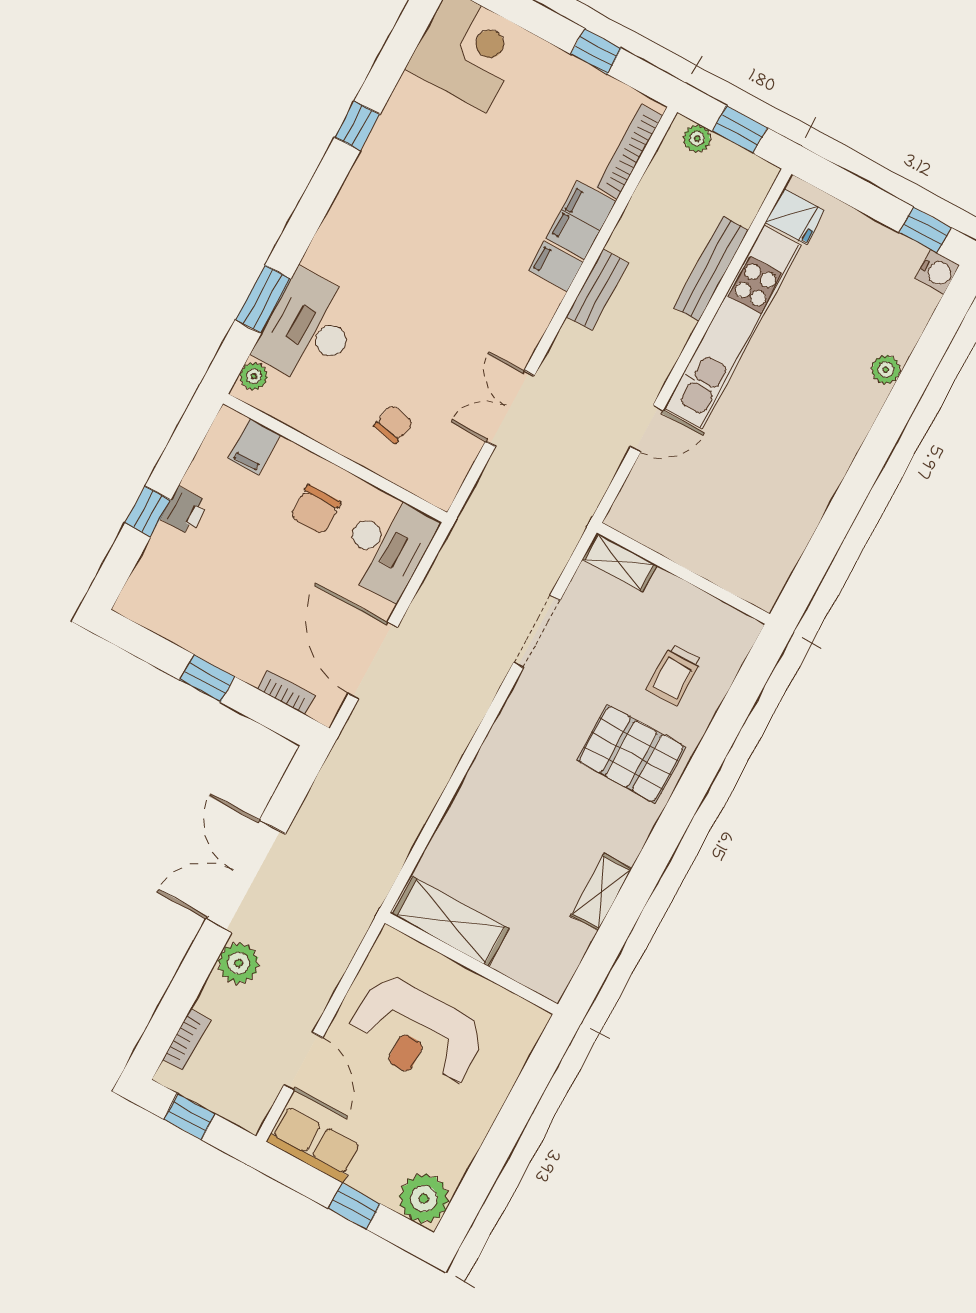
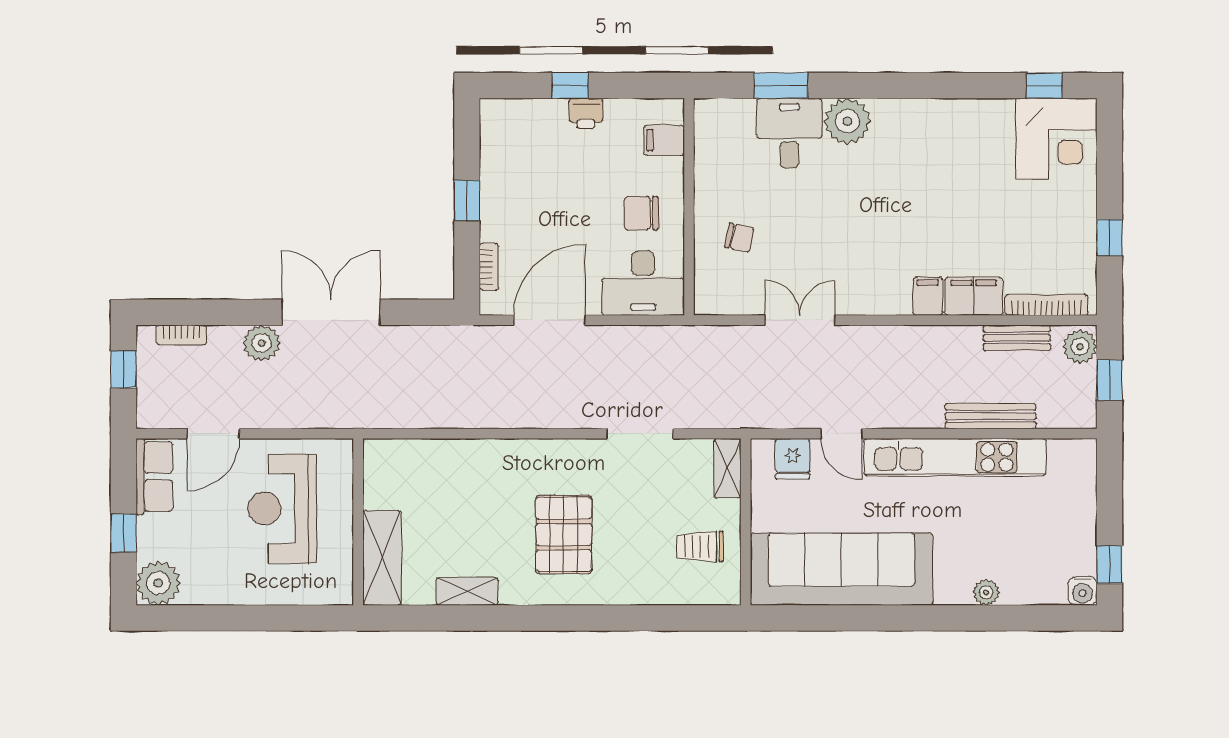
window: (357, 126) -> (1044, 86), moved
plant: (697, 139) -> (1080, 347), width x1.38, depth x1.38
fridge: (795, 217) -> (793, 459), moved
bench: (597, 290) -> (1017, 338), moved
desk: (309, 329) -> (789, 133), width x0.73
plant: (254, 376) -> (847, 121), moved, width x1.87, depth x1.87
sofa: (783, 503) -> (842, 569), added
trolley: (674, 675) -> (700, 546), moved
pallet: (631, 754) -> (564, 534), moved
shelving: (451, 921) -> (382, 558), moved

